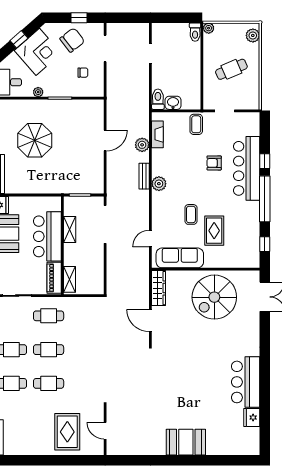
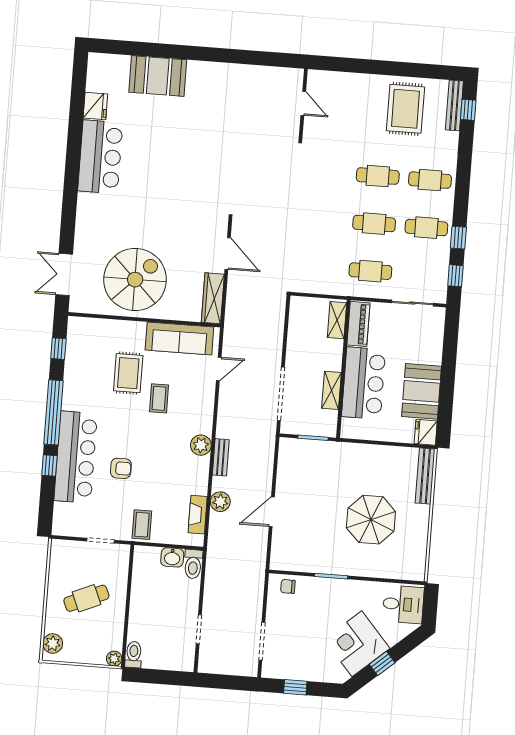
chair: (72, 40) -> (307, 657), removed
chair: (83, 73) -> (288, 586), moved
plant: (38, 92) -> (361, 587), removed
rug: (67, 432) -> (406, 109), moved
booth: (186, 442) -> (158, 76), moved

